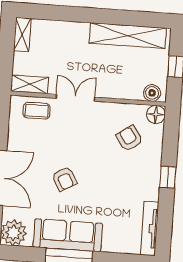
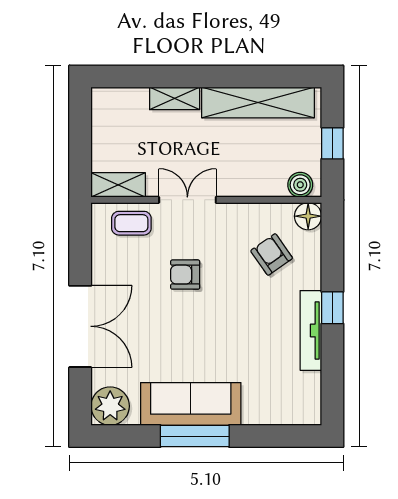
shelving: (22, 35) -> (175, 98), moved, turned 90
armchair: (64, 179) -> (185, 275), moved, turned 119
tv unit: (150, 229) -> (311, 330), moved

